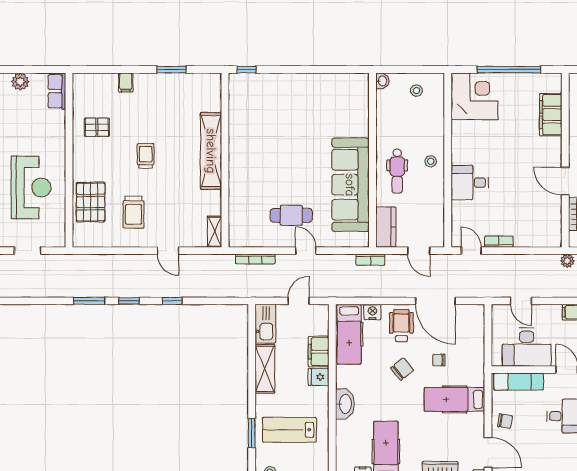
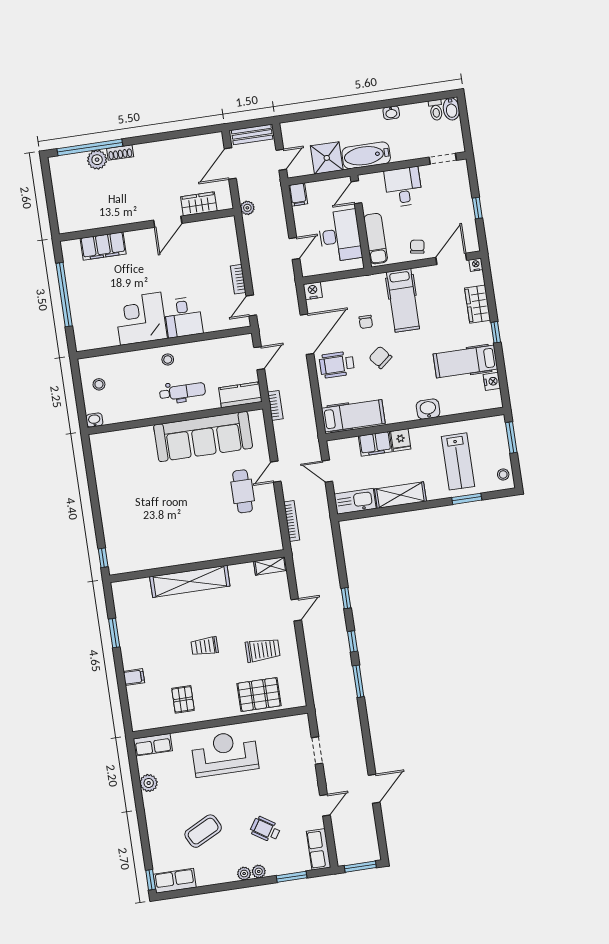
corner desk: (474, 96) -> (141, 319), moved
reception desk: (31, 188) -> (225, 753), moved
nightstand: (372, 312) -> (313, 291), moved, turned 90
washbasin: (345, 404) -> (428, 409), width x0.72

